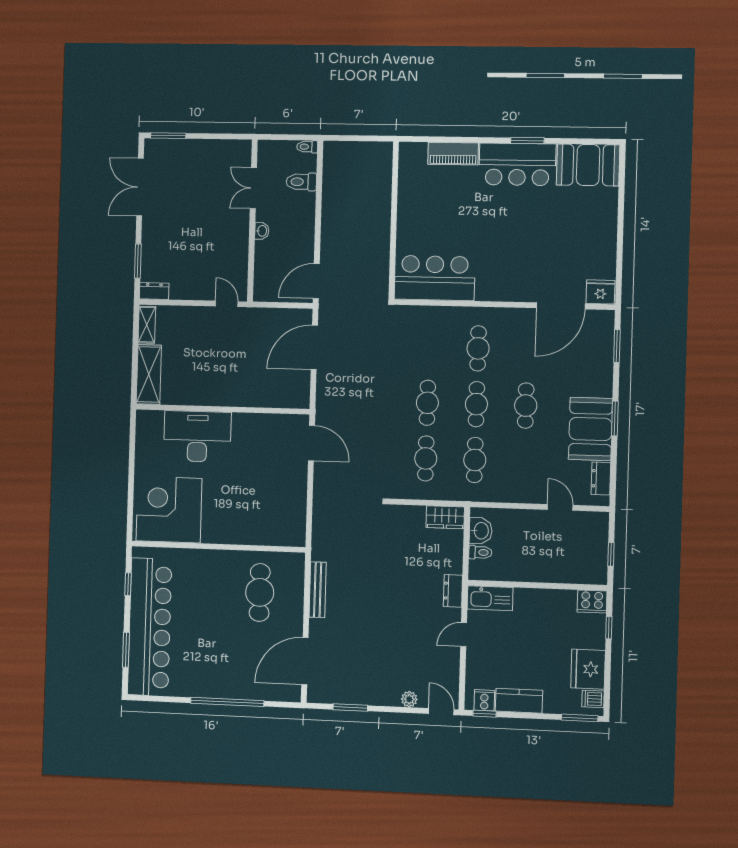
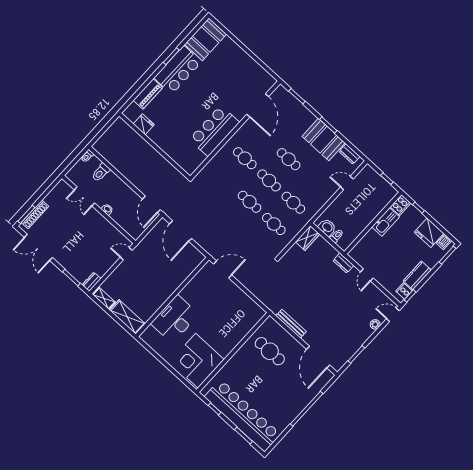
shoe rack: (177, 146) -> (35, 214), added
bar counter: (435, 278) -> (214, 131), moved
fridge: (600, 292) -> (144, 124), moved, turned 90
kitchen sink: (490, 598) -> (386, 222), moved

